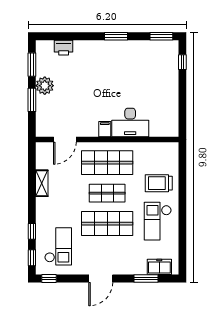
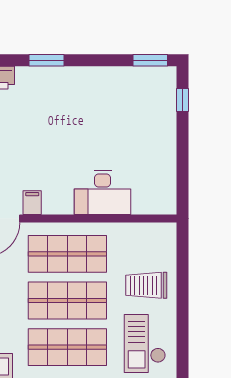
window: (116, 36) -> (47, 60), moved
filing cabinet: (105, 129) -> (32, 203), moved
shop shelf: (107, 193) -> (67, 301), width x1.43, depth x1.36

